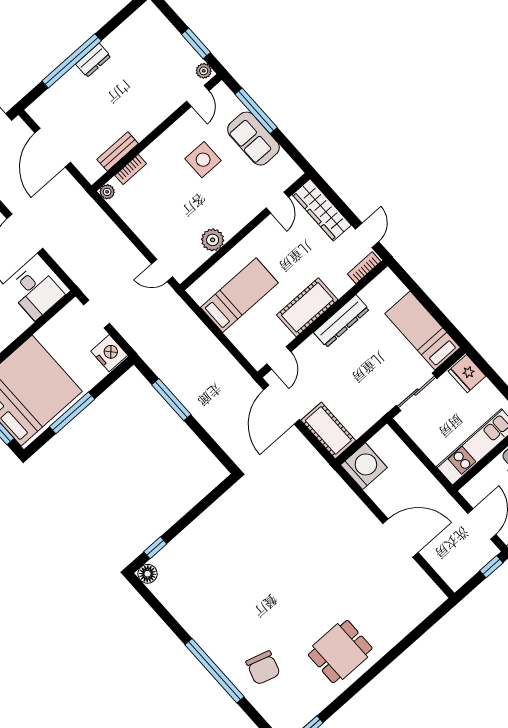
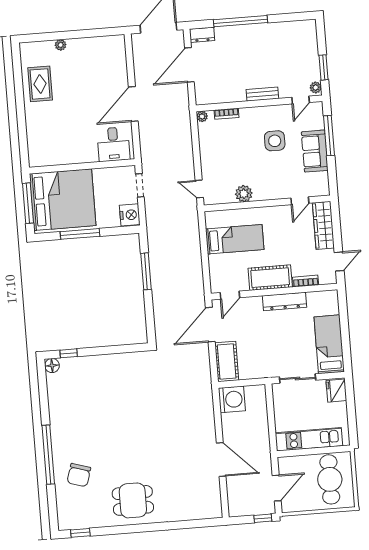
dresser: (93, 60) -> (202, 35), moved
bench: (118, 151) -> (262, 94), moved
bookcase: (364, 268) -> (306, 281), moved

